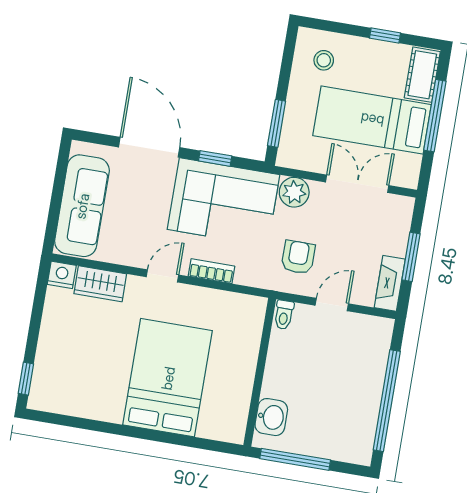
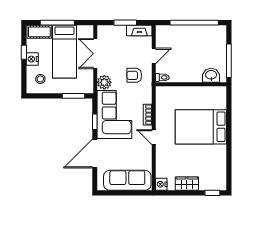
nightstand: (368, 50) -> (32, 59), added
wardrobe: (100, 284) -> (187, 184), moved, turned -90
door: (332, 305) -> (154, 56), swing flipped

